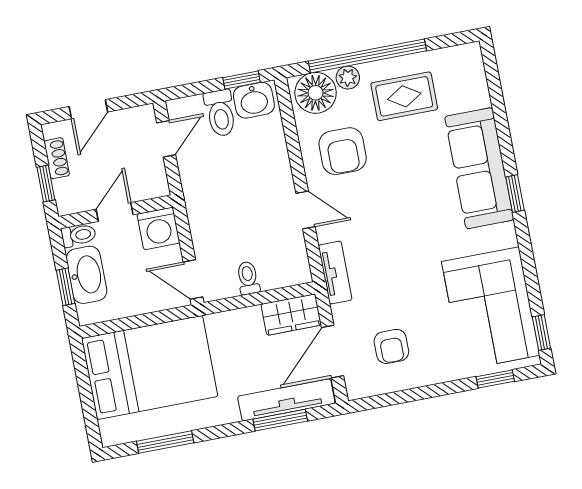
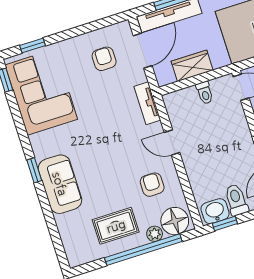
armchair: (343, 151) -> (152, 185), width x0.72, depth x0.72
sofa: (479, 168) -> (60, 184), width x0.73
wardrobe: (291, 315) -> (192, 66), moved

